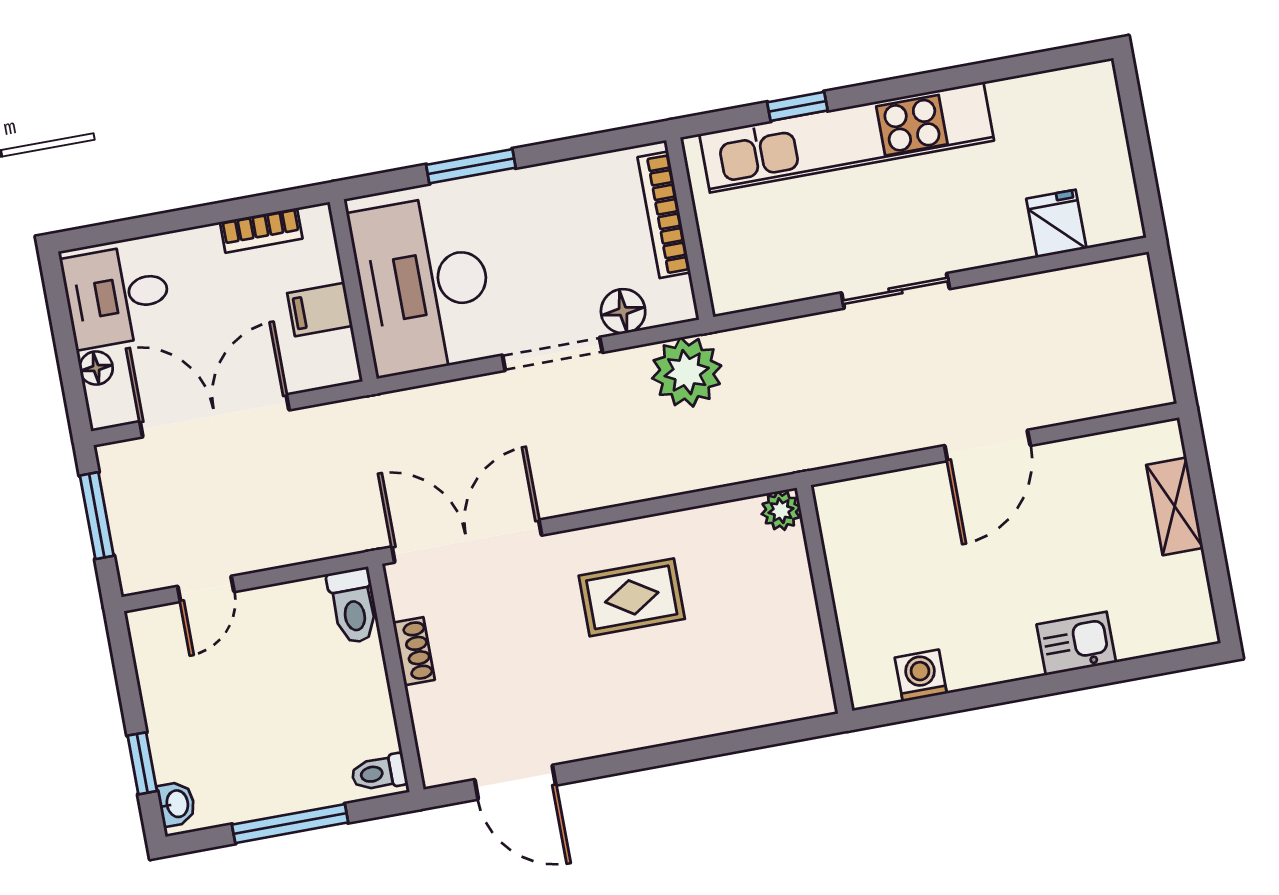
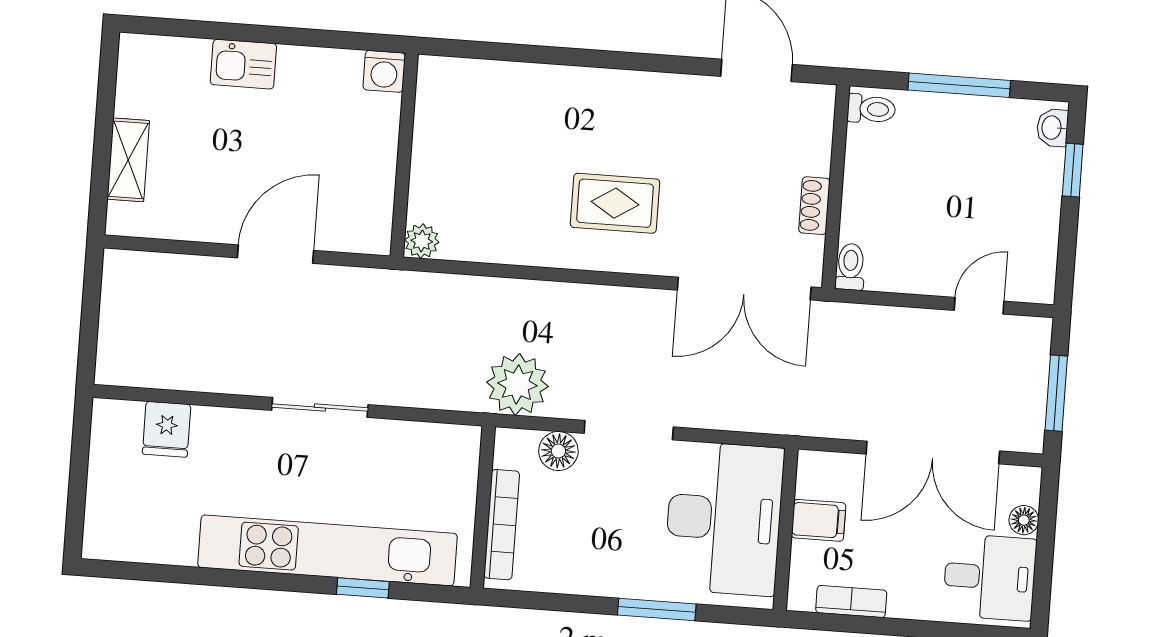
plant: (781, 511) -> (422, 241), moved
wall: (824, 599) -> (404, 155), moved
toilet: (353, 606) -> (850, 267), width x0.73, depth x0.72

